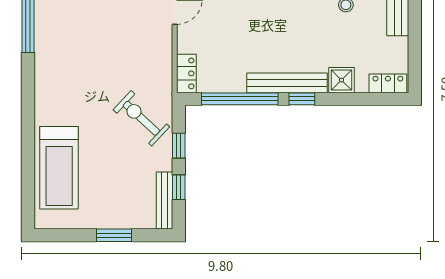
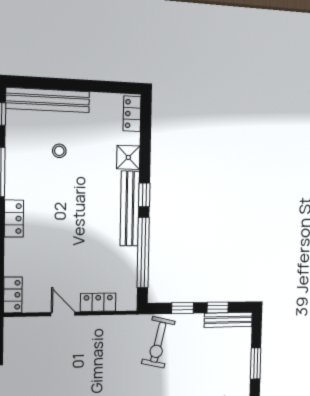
locker: (186, 73) -> (98, 302), moved
exercise bike: (141, 118) -> (158, 342), turned -30

